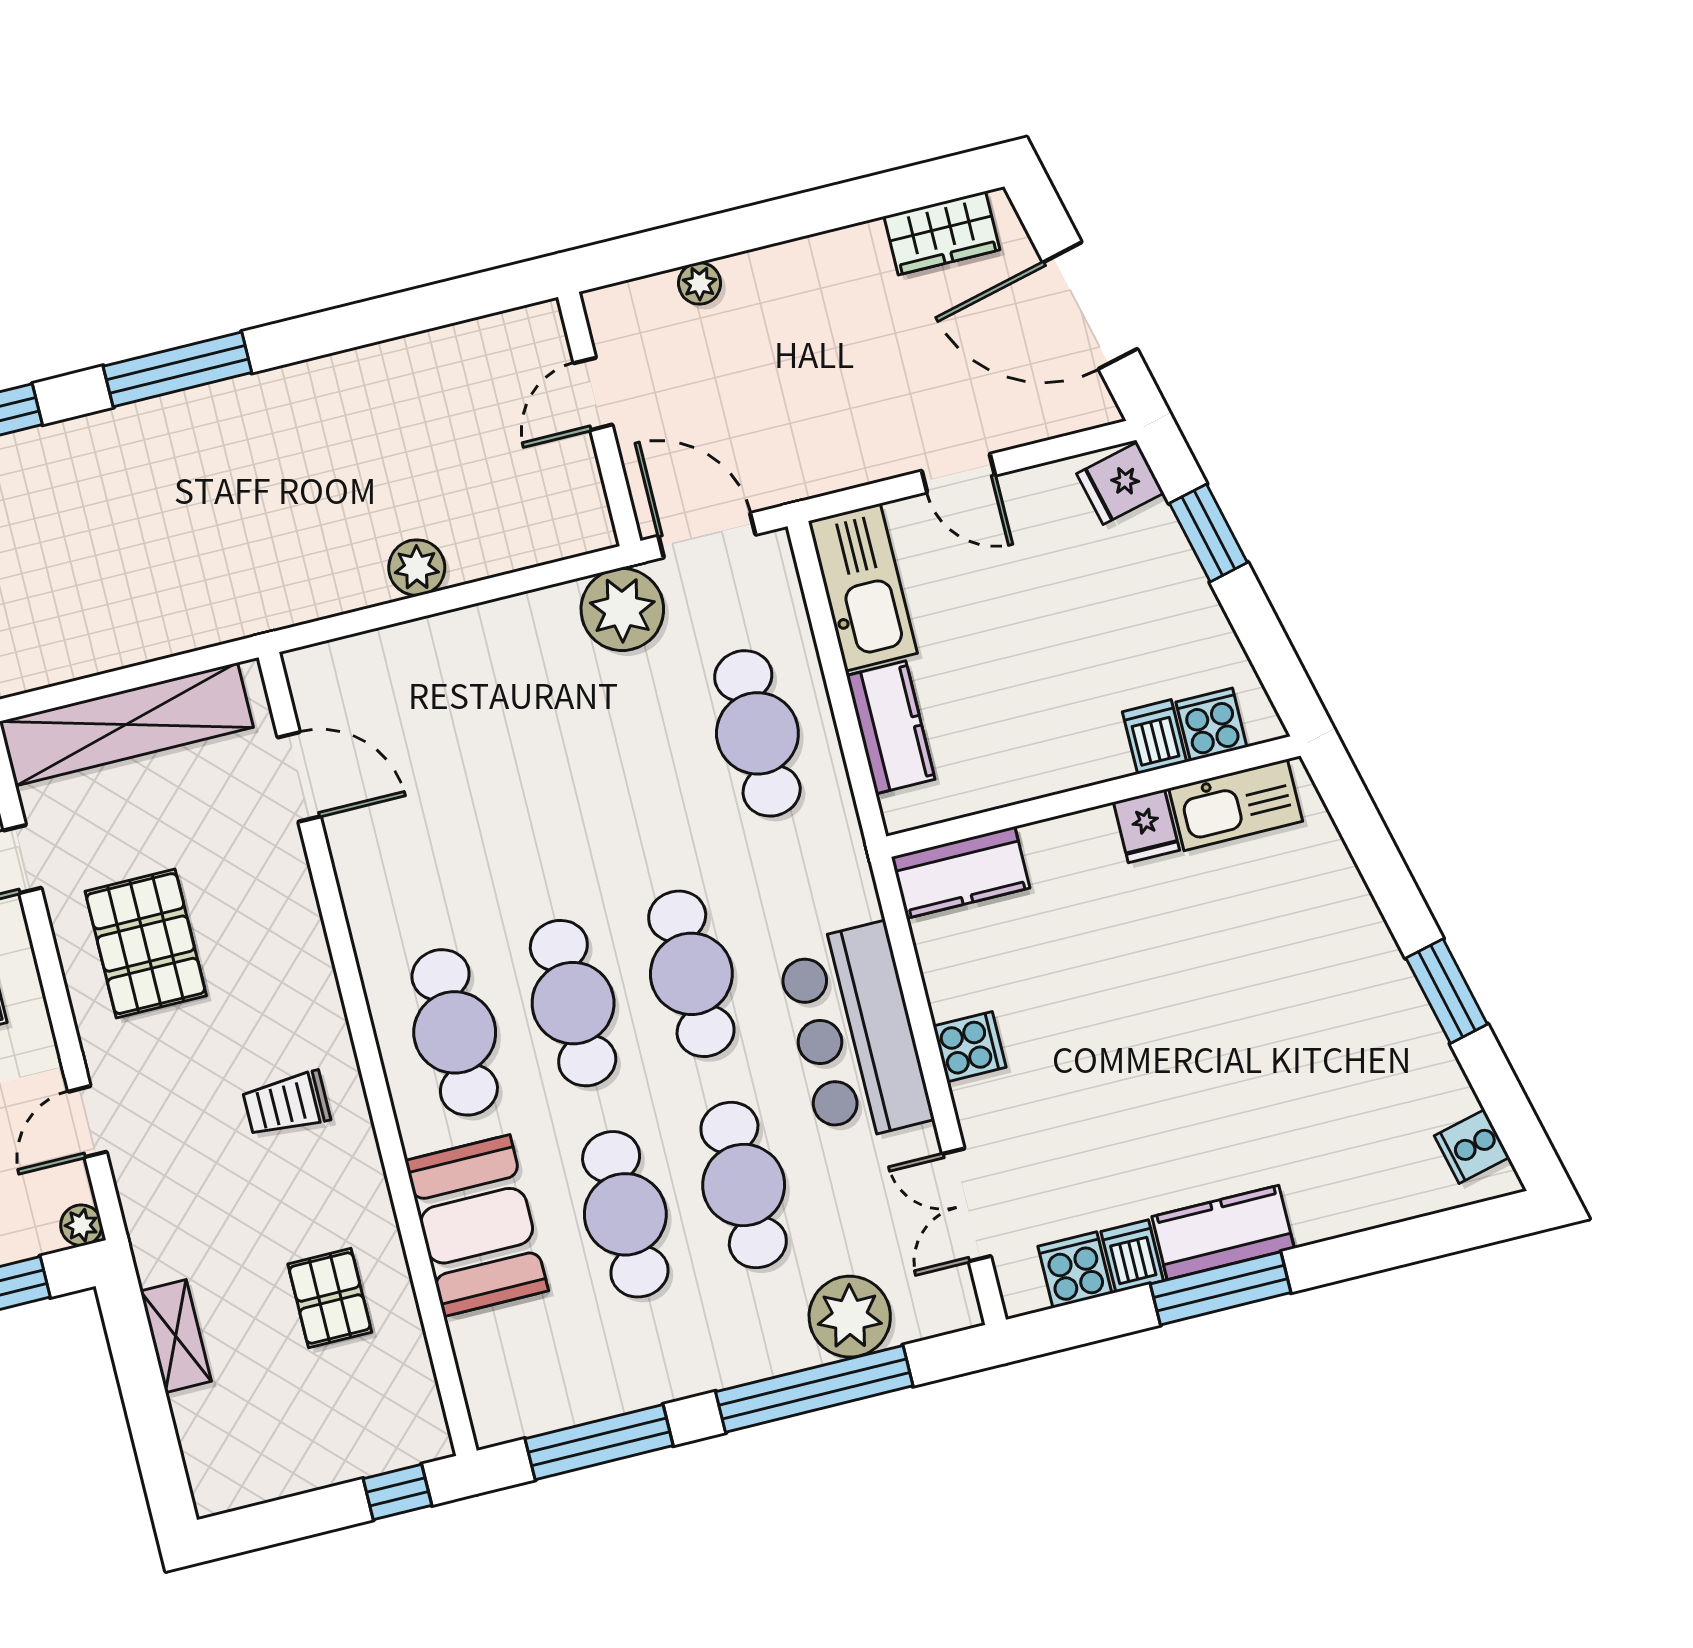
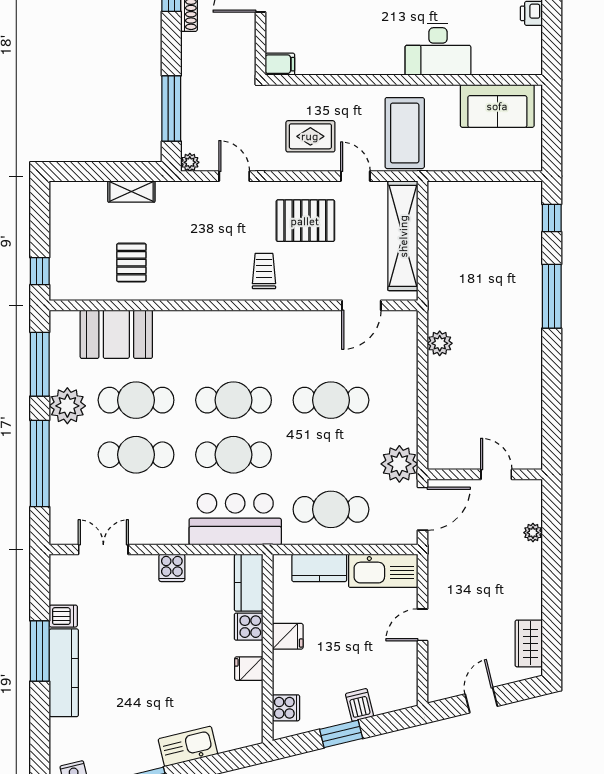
door: (1090, 306) -> (481, 700), width x0.53
fridge: (1120, 483) -> (288, 636), moved, turned 104
window: (1208, 533) -> (341, 734), moved
plant: (417, 568) -> (440, 343), moved
dishwasher: (1154, 737) -> (359, 705), moved, turned -104
kitchen sink: (1236, 805) -> (188, 746), moved, turned 76
cafe table: (455, 1032) -> (331, 400), moved
bar counter: (854, 1034) -> (235, 519), moved
trolley: (286, 1104) -> (264, 271), moved
booth: (477, 1226) -> (116, 334), moved
kitchen counter: (1223, 1232) -> (64, 673), width x1.50
cooker: (1075, 1270) -> (249, 627), moved, turned 180
pallet: (330, 1298) -> (131, 263), turned 90
plant: (850, 1317) -> (67, 406), moved

